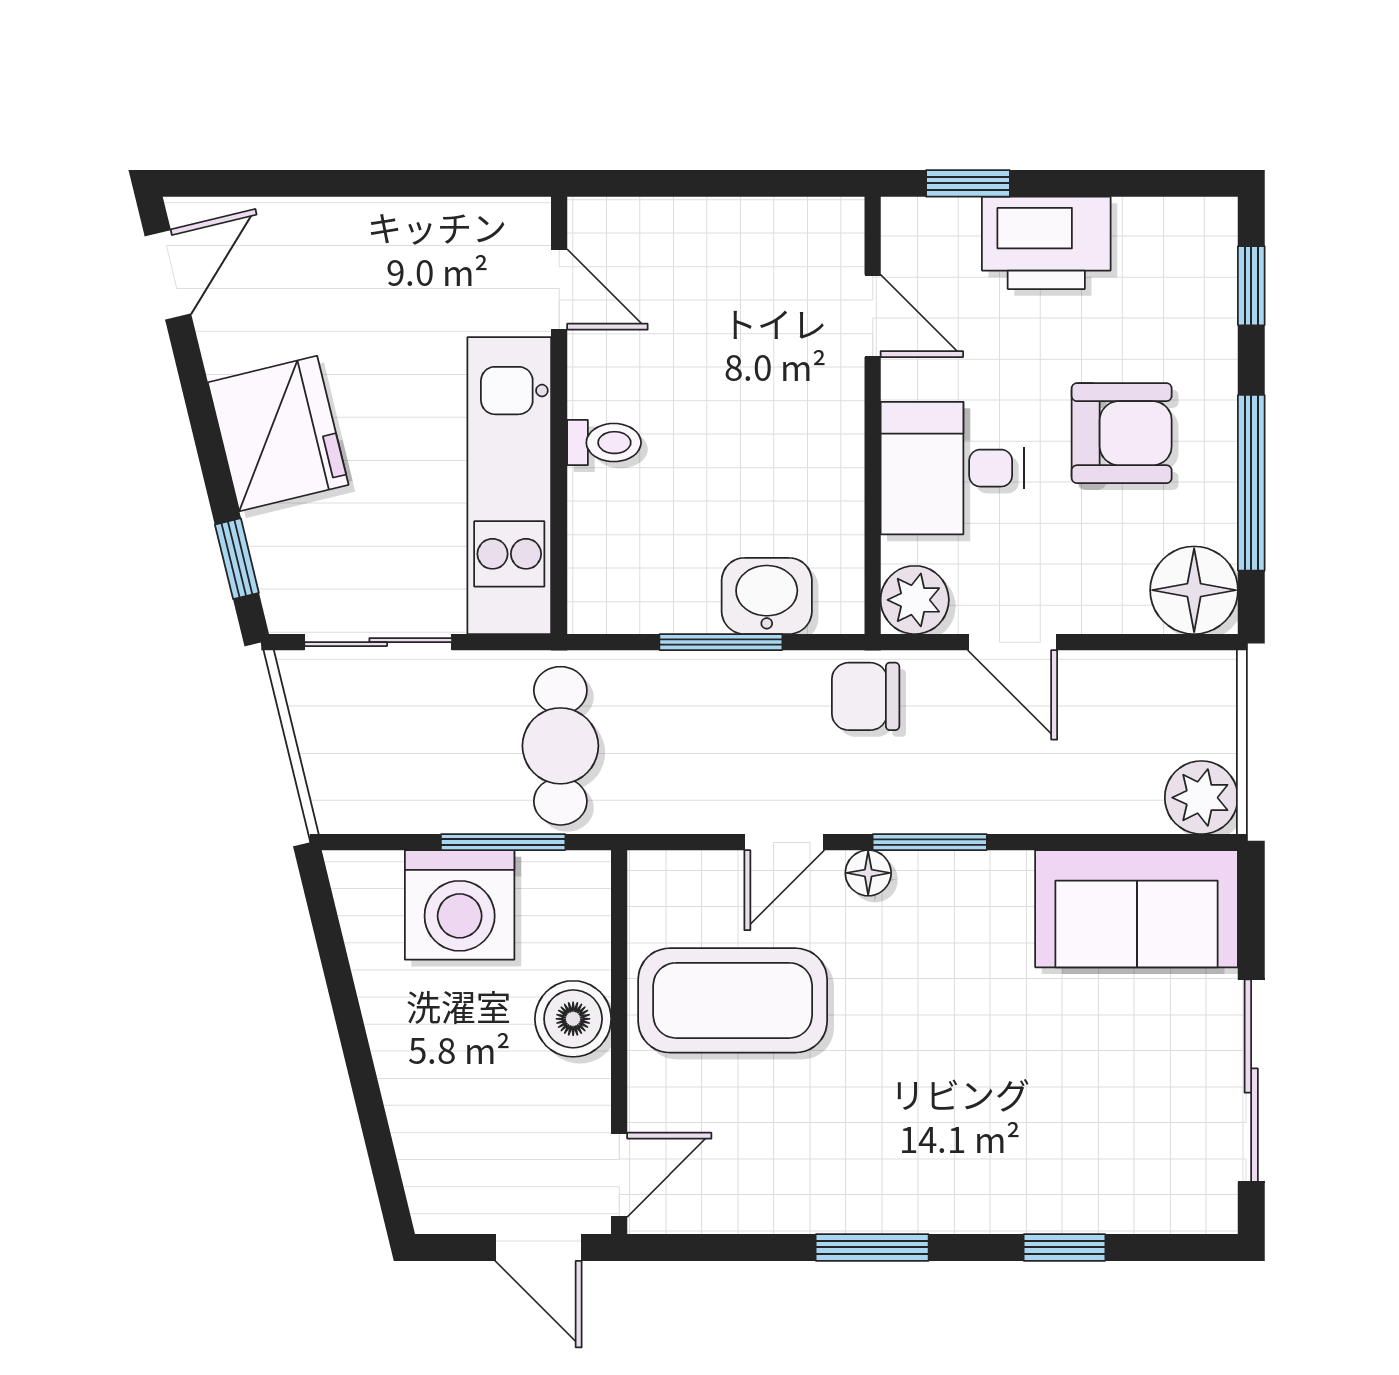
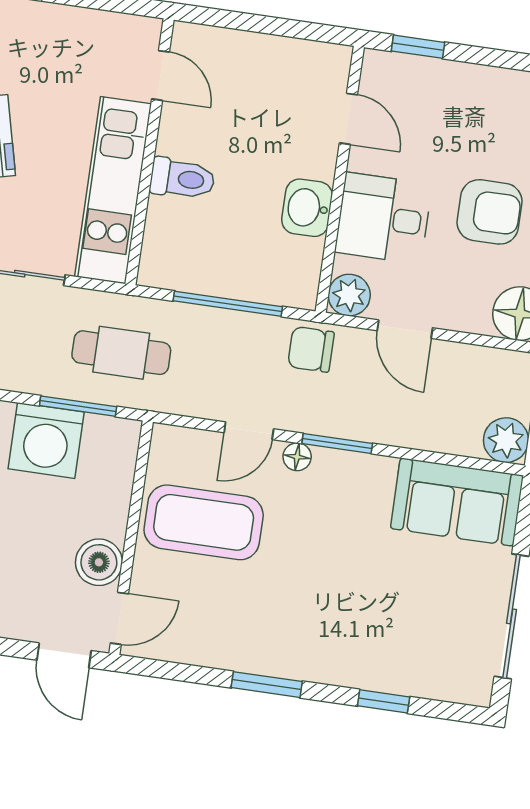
printer: (1046, 243) -> (460, 90), removed
toilet: (604, 443) -> (182, 179), width x1.37, depth x1.39
washbasin: (767, 596) -> (307, 208), moved, turned -90
window: (721, 642) -> (228, 304), width x1.44
cafe table: (560, 746) -> (121, 353), turned 90
boiler: (573, 1019) -> (99, 562), moved

